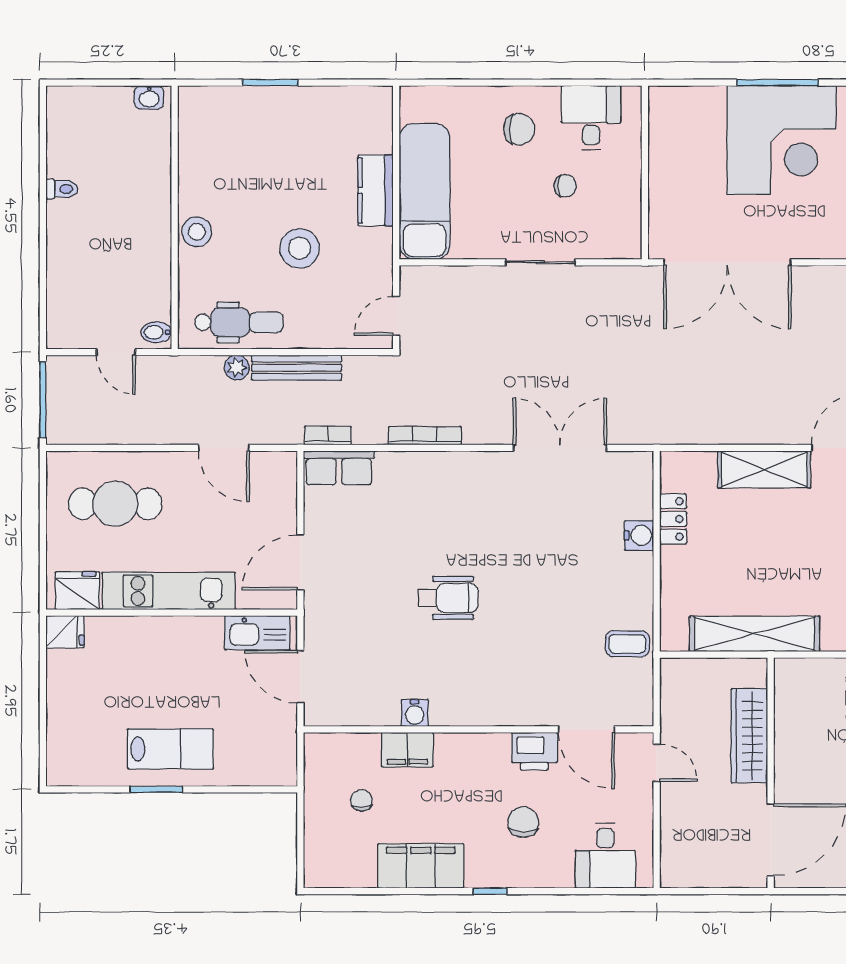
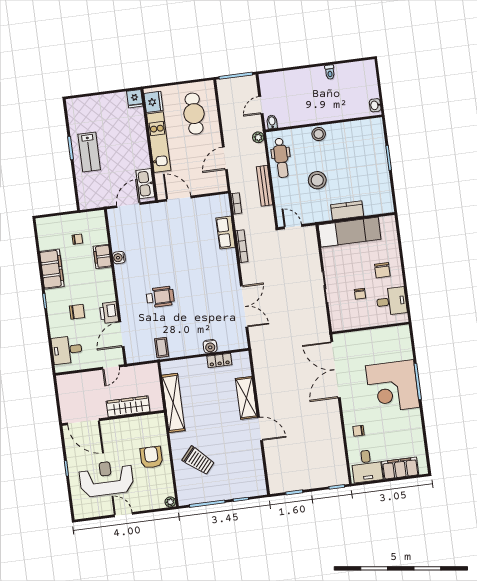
plant: (237, 368) -> (258, 137), moved
row of seats: (339, 468) -> (226, 233), moved
wheelchair: (448, 598) -> (160, 297), moved, turned -90

